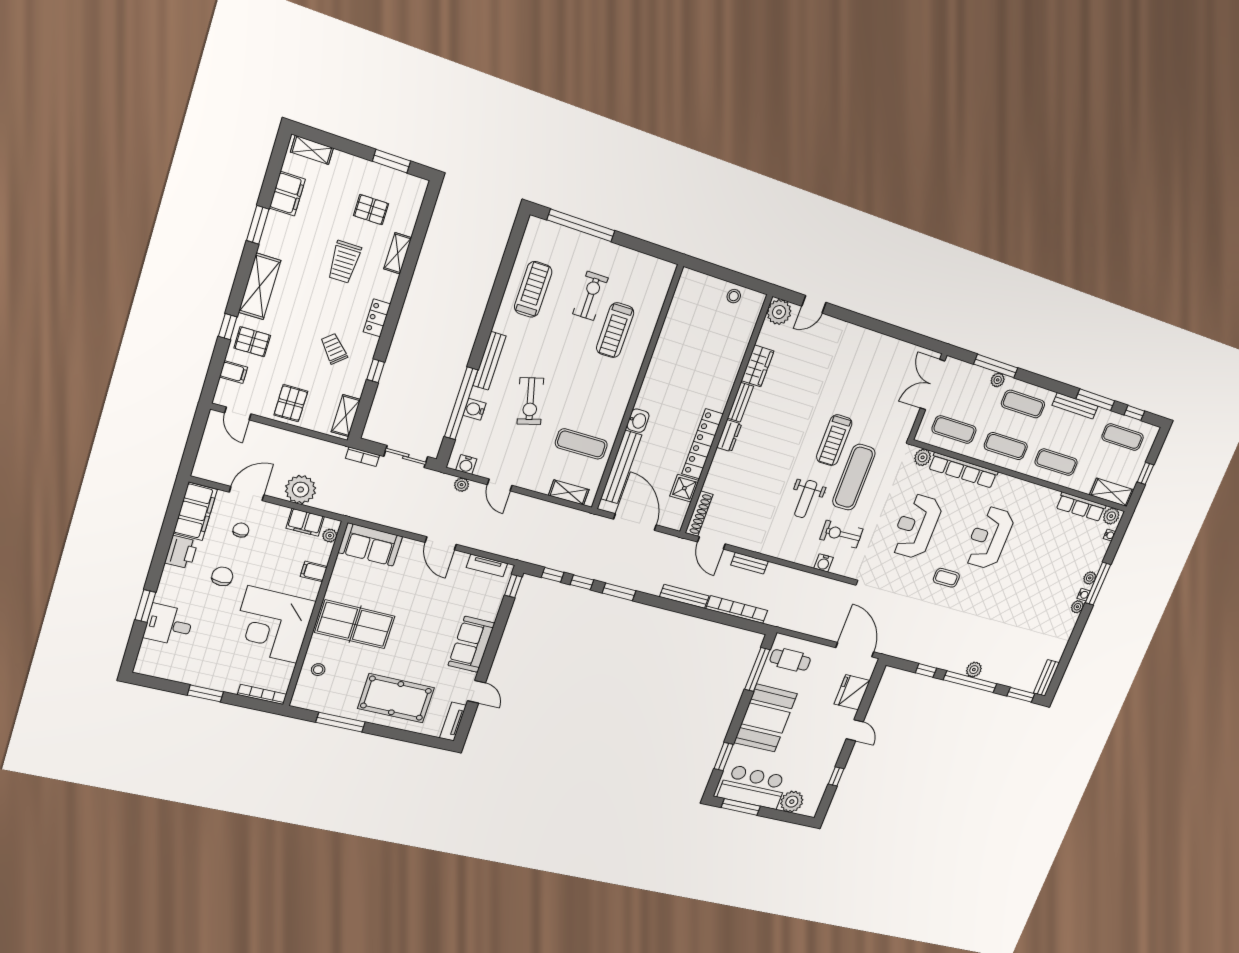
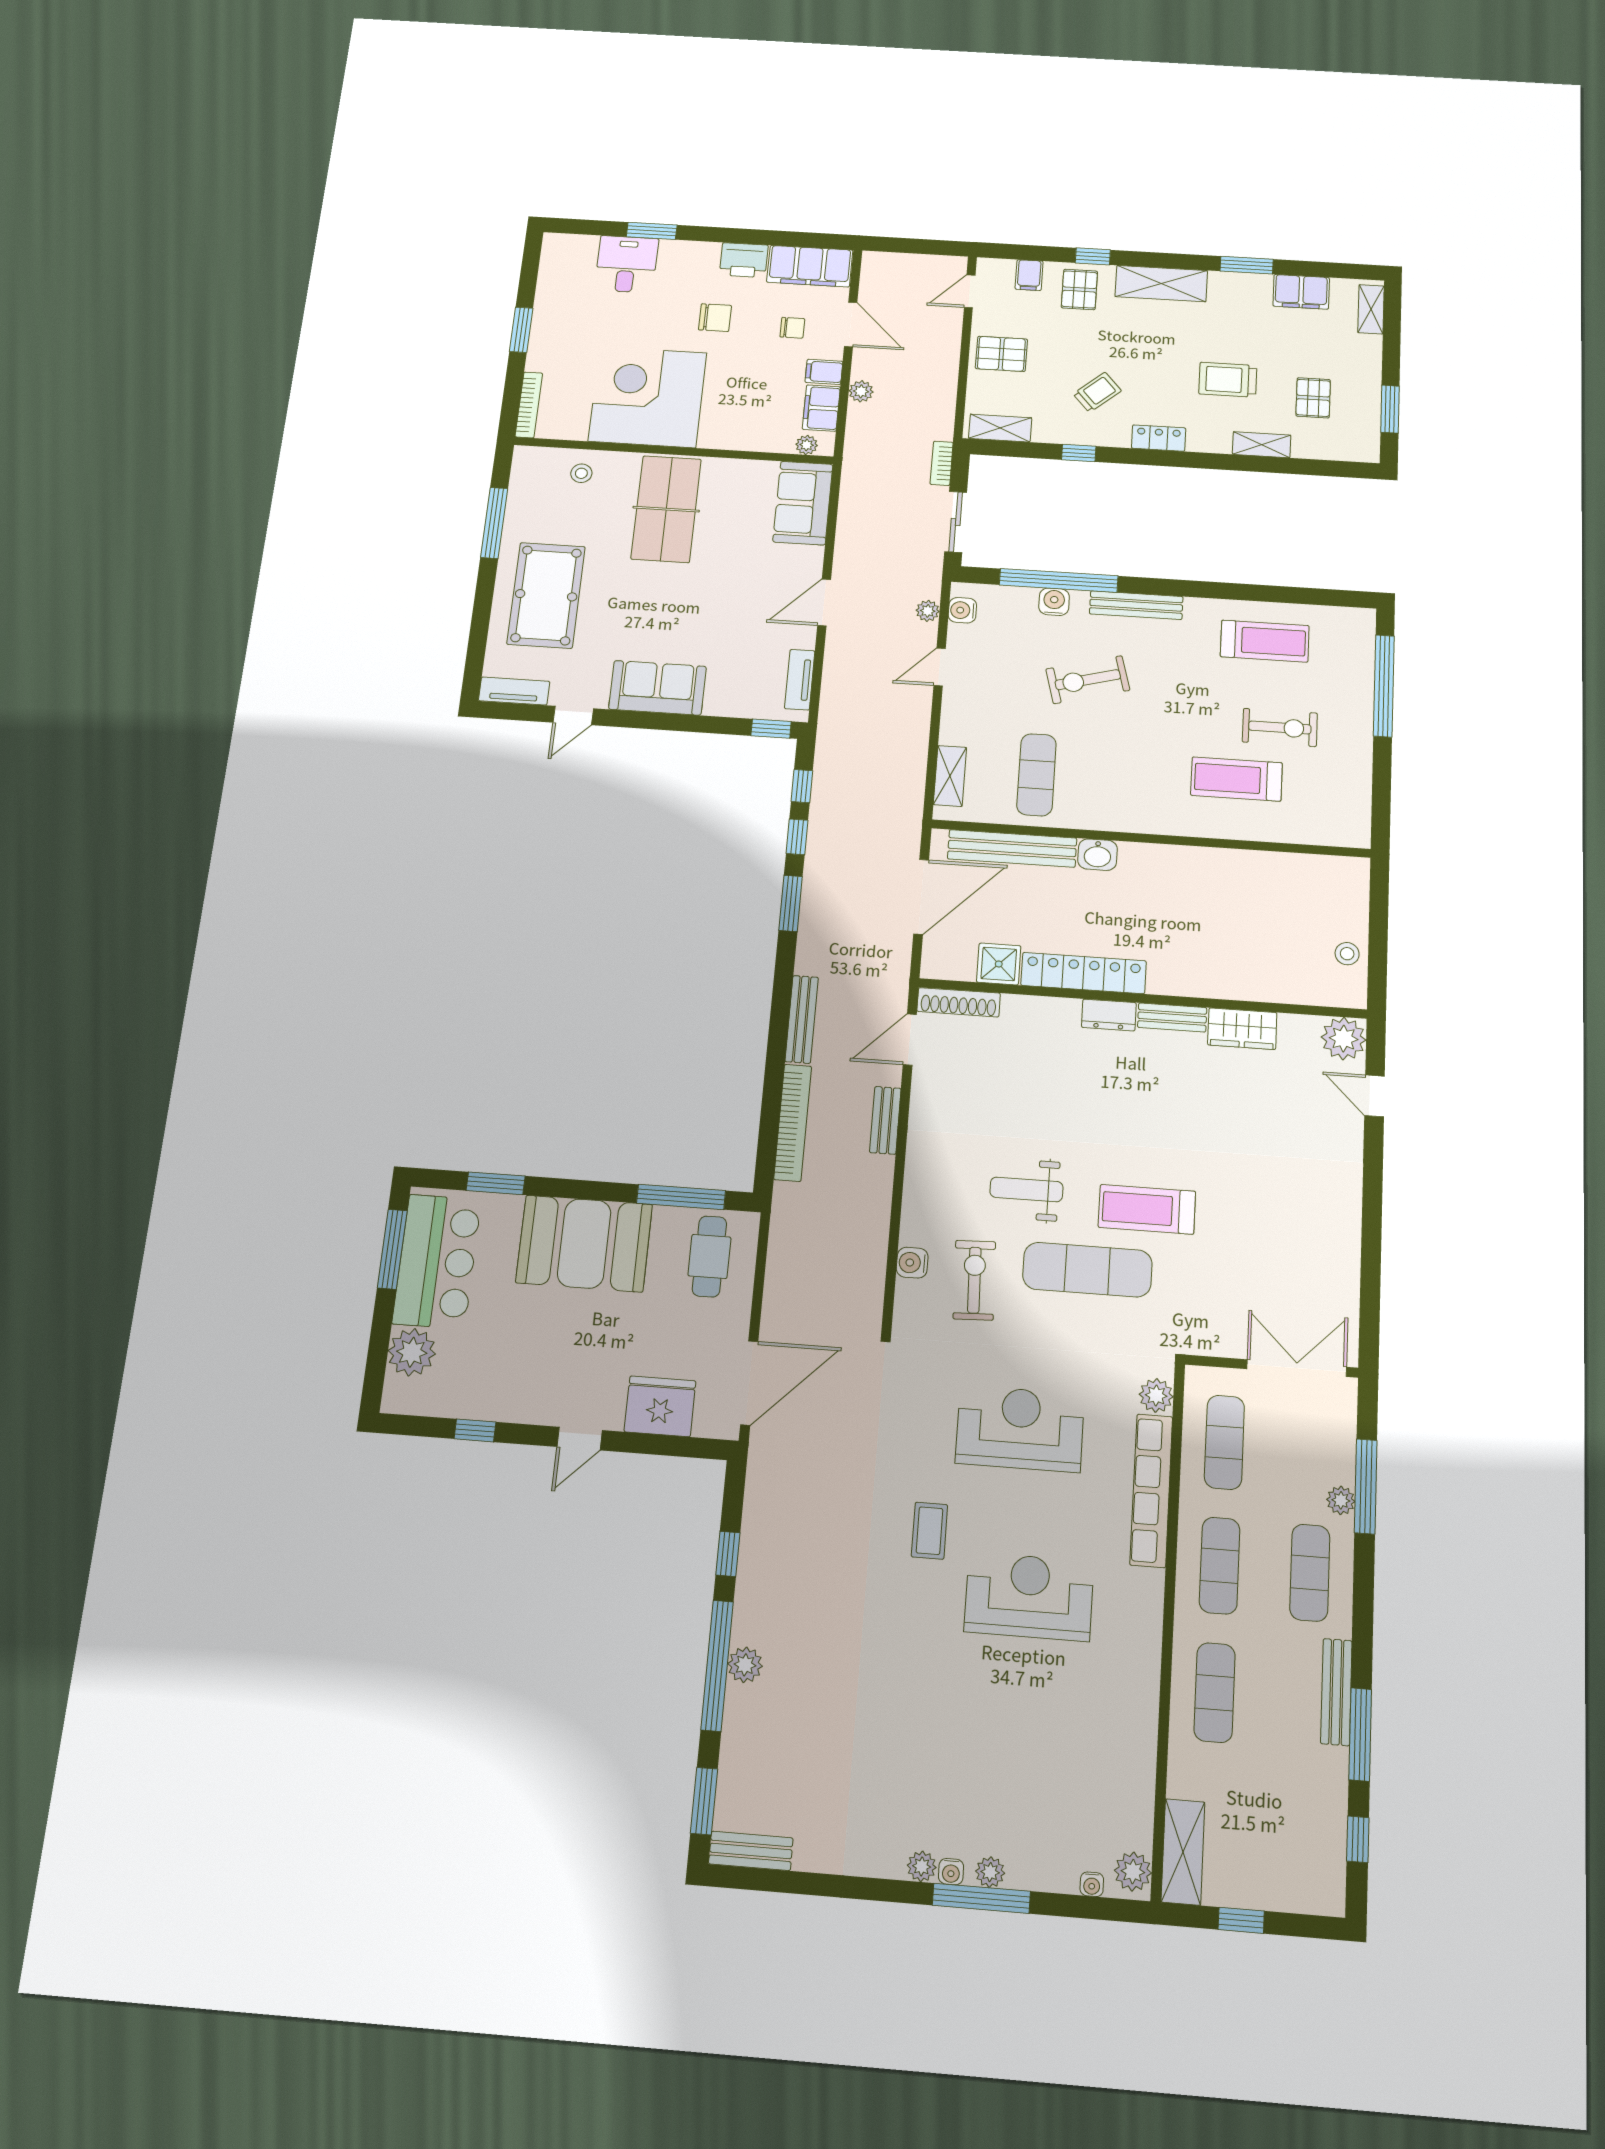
exercise mat: (1123, 437) -> (1302, 1831), removed
plant: (301, 490) -> (861, 391), width x0.53, depth x0.53
row of seats: (1081, 507) -> (1137, 1789), removed
filing cabinet: (314, 571) -> (824, 372), moved, turned -90

